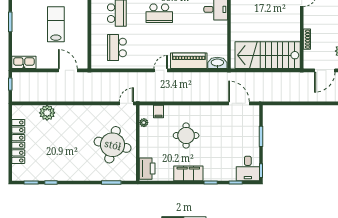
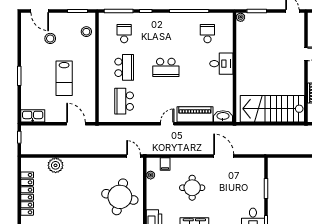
lab bench: (56, 24) -> (64, 78), turned 180
door: (126, 103) -> (134, 156), hinge flipped
door: (239, 103) -> (224, 156), moved

